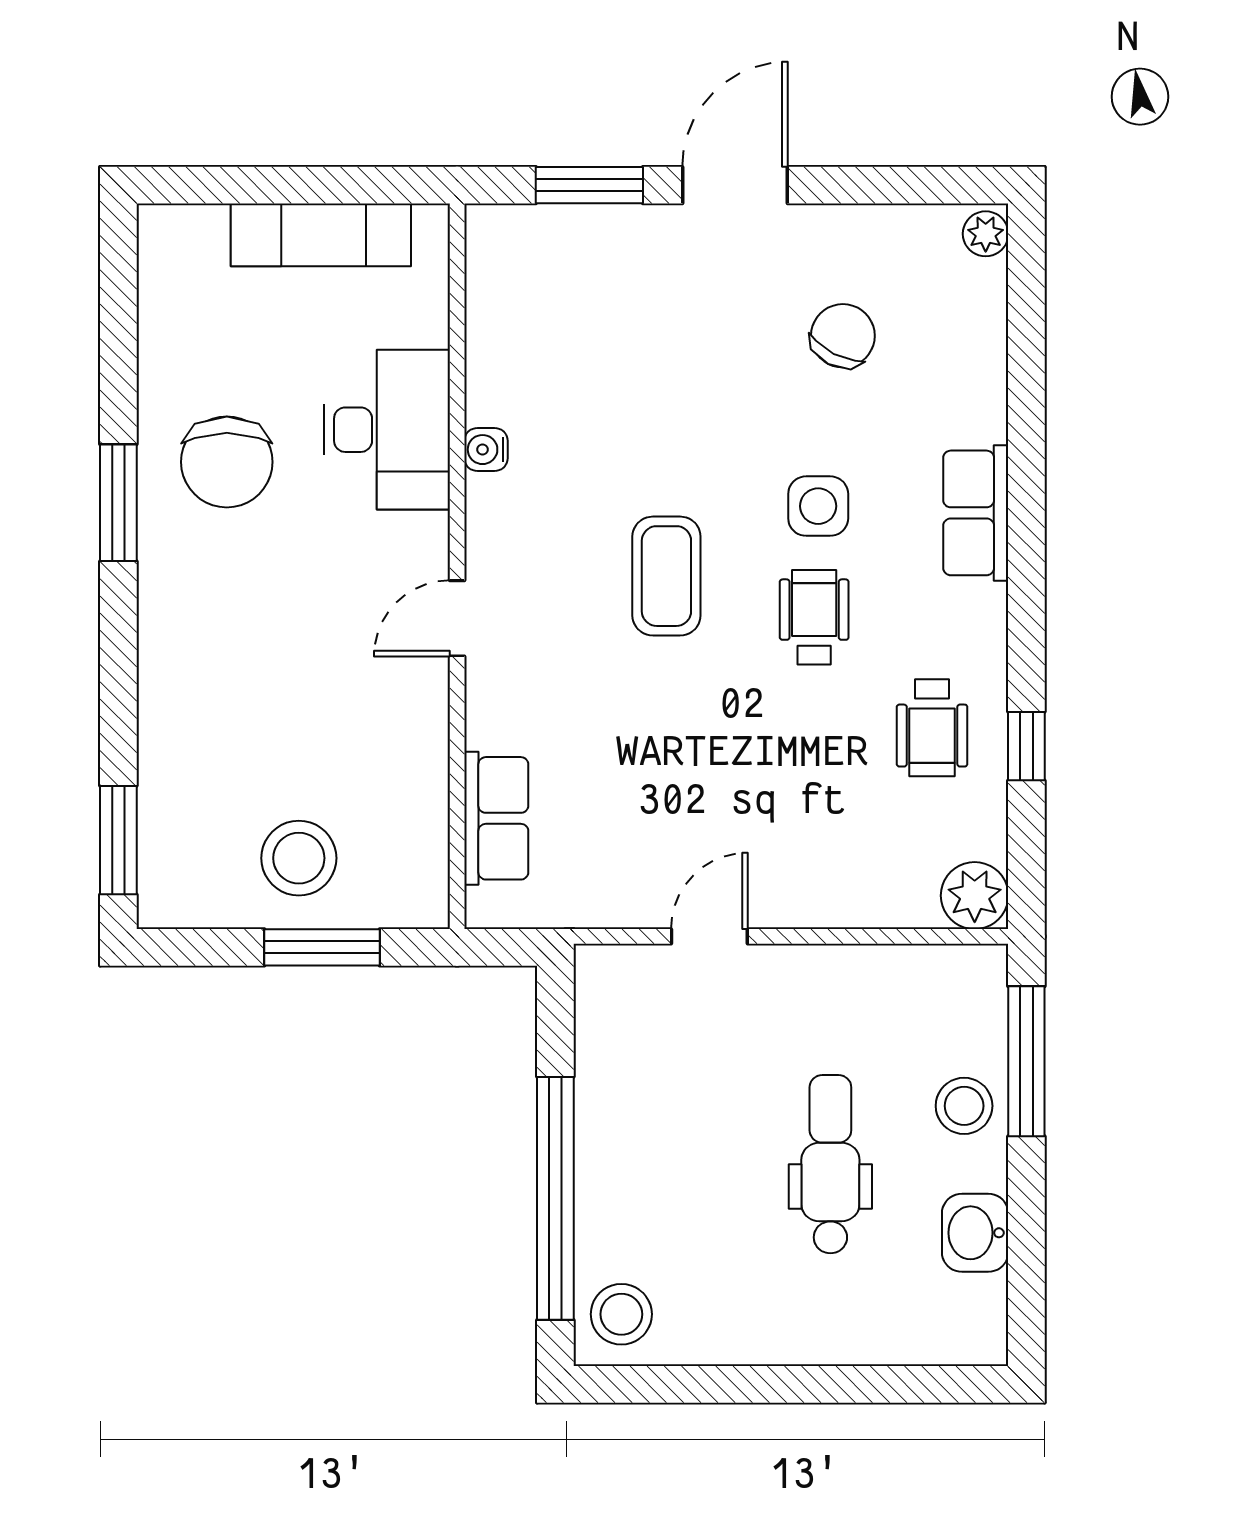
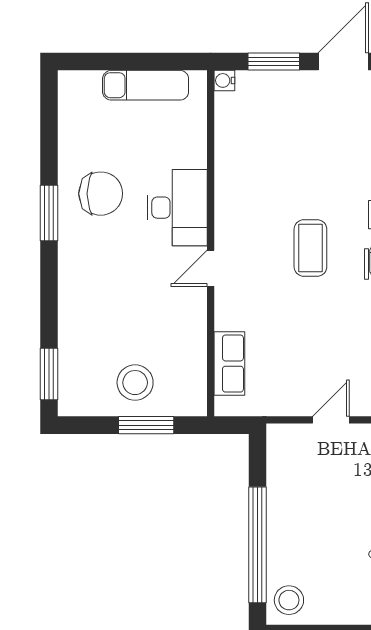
desk: (387, 430) -> (177, 208), moved
water cooler: (486, 450) -> (224, 80), moved
chair: (227, 462) -> (101, 194), turned -90

